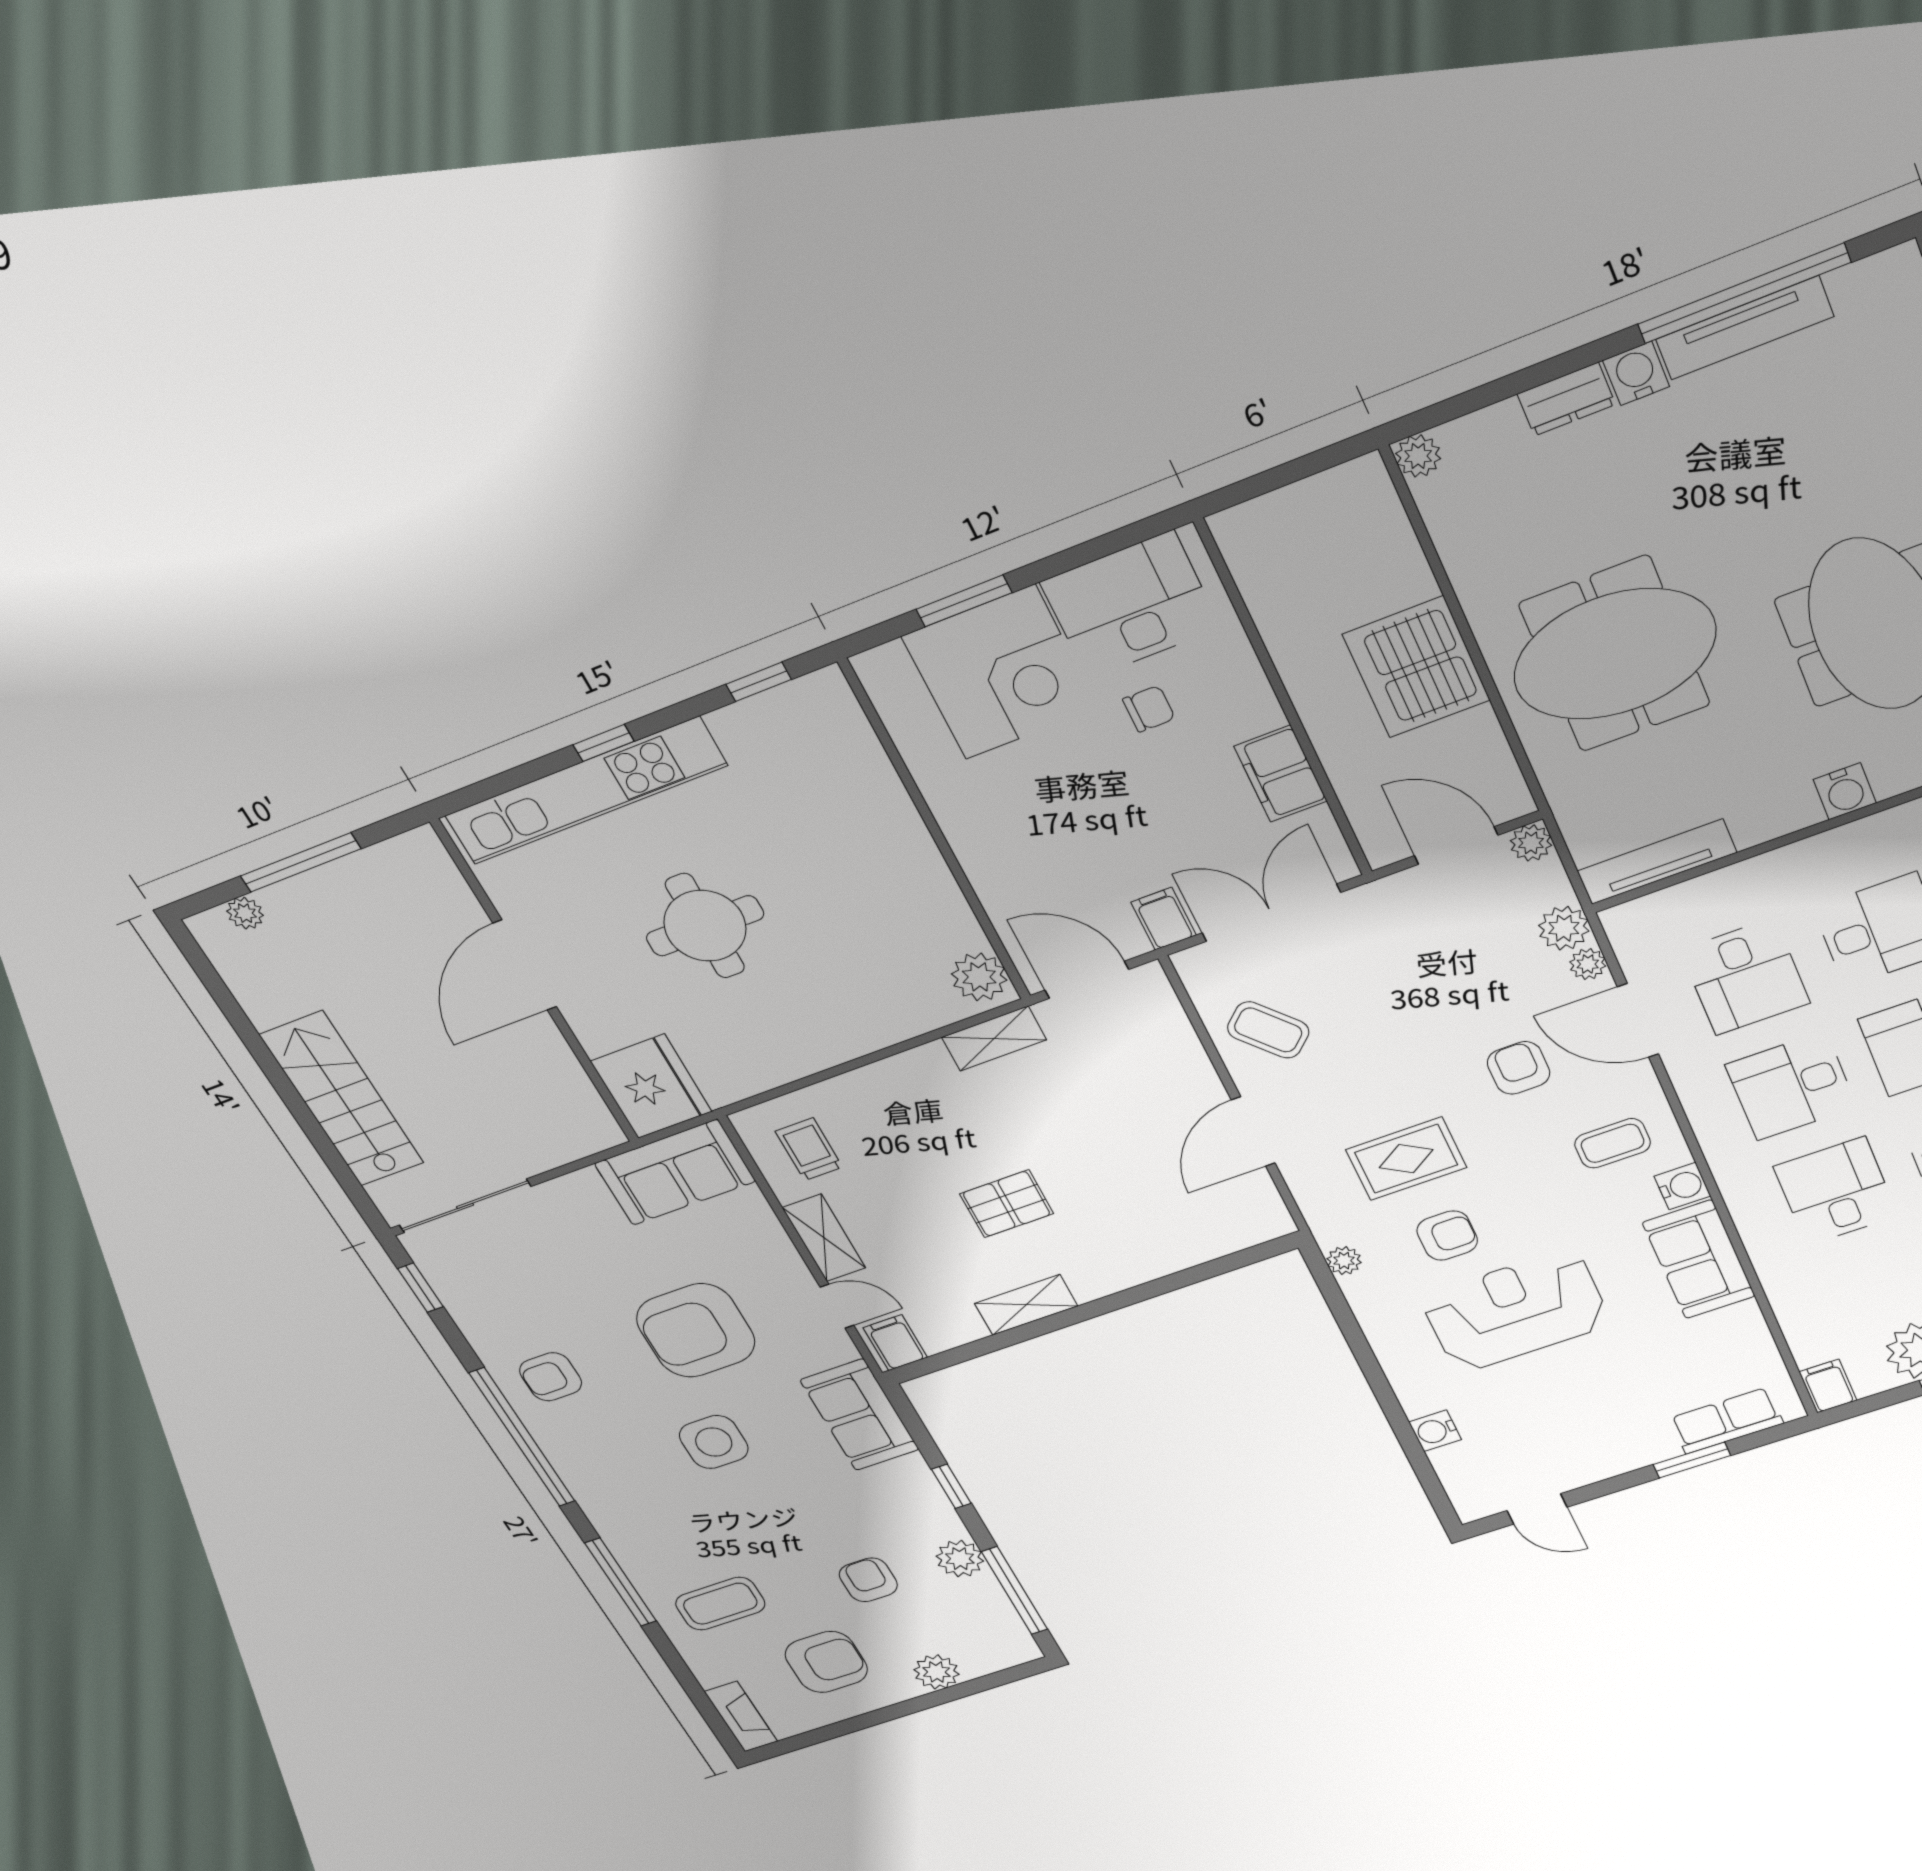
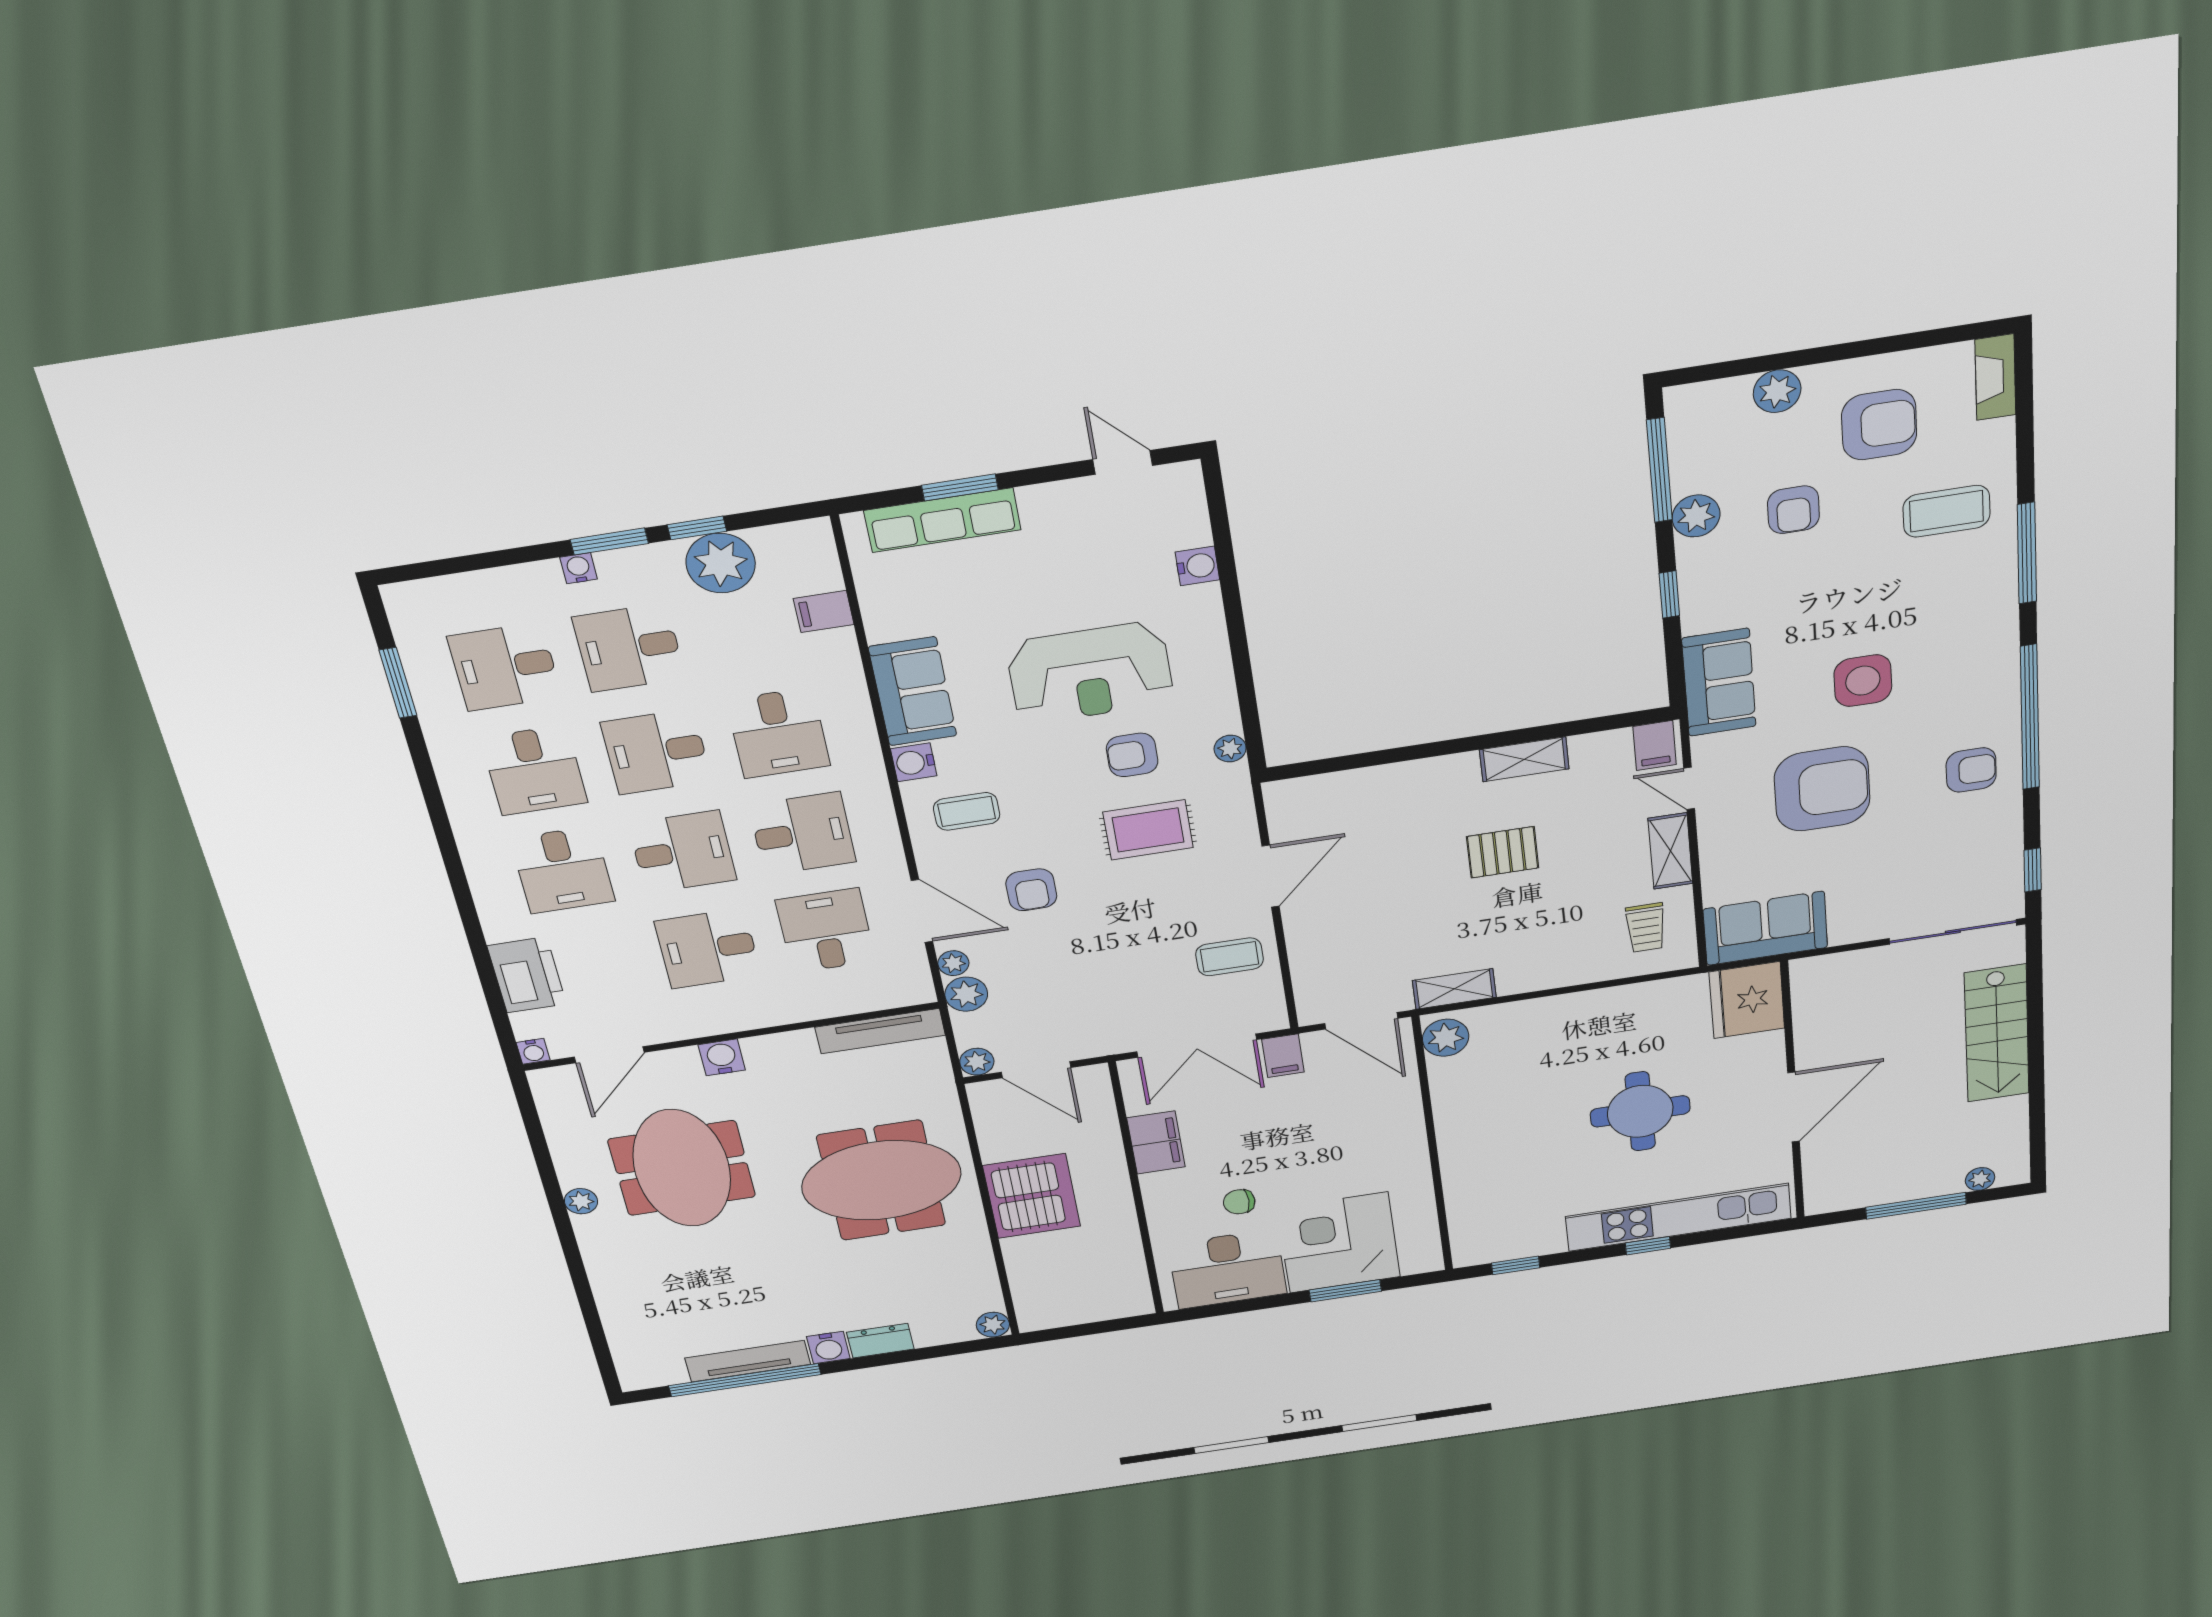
coffee table: (1268, 1030) -> (1230, 957), turned -48
filing cabinet: (1828, 1386) -> (824, 612), moved, turned 90
row of seats: (1726, 1421) -> (942, 520), width x1.48
armchair: (826, 1662) -> (1879, 425), turned 180

